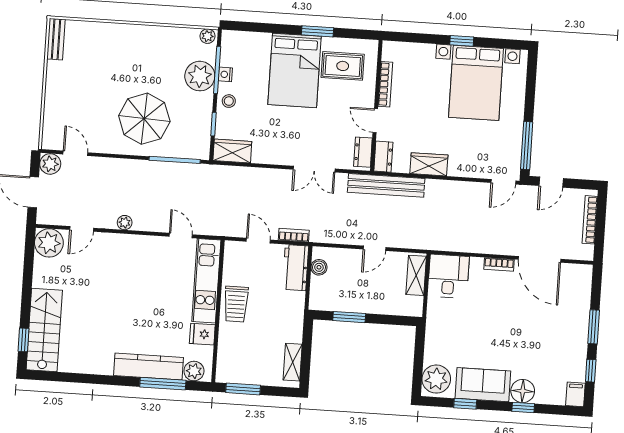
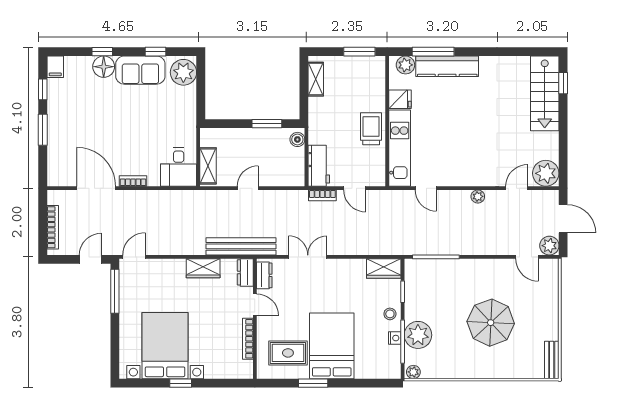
parasol: (144, 119) -> (491, 323), moved
boiler: (319, 267) -> (297, 139), moved

